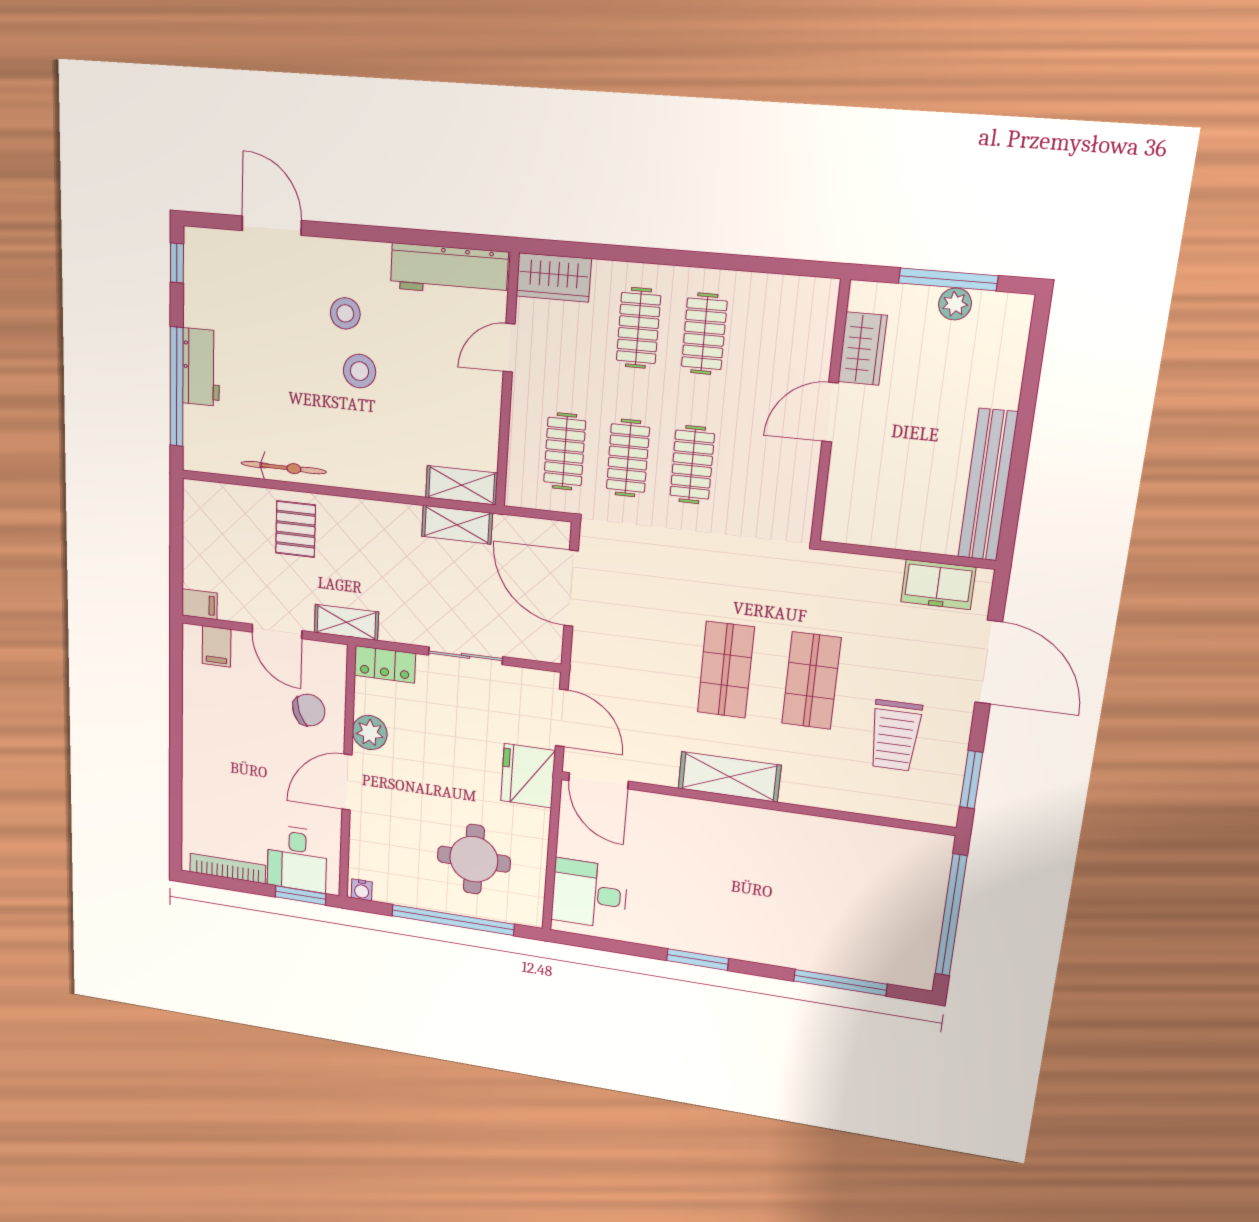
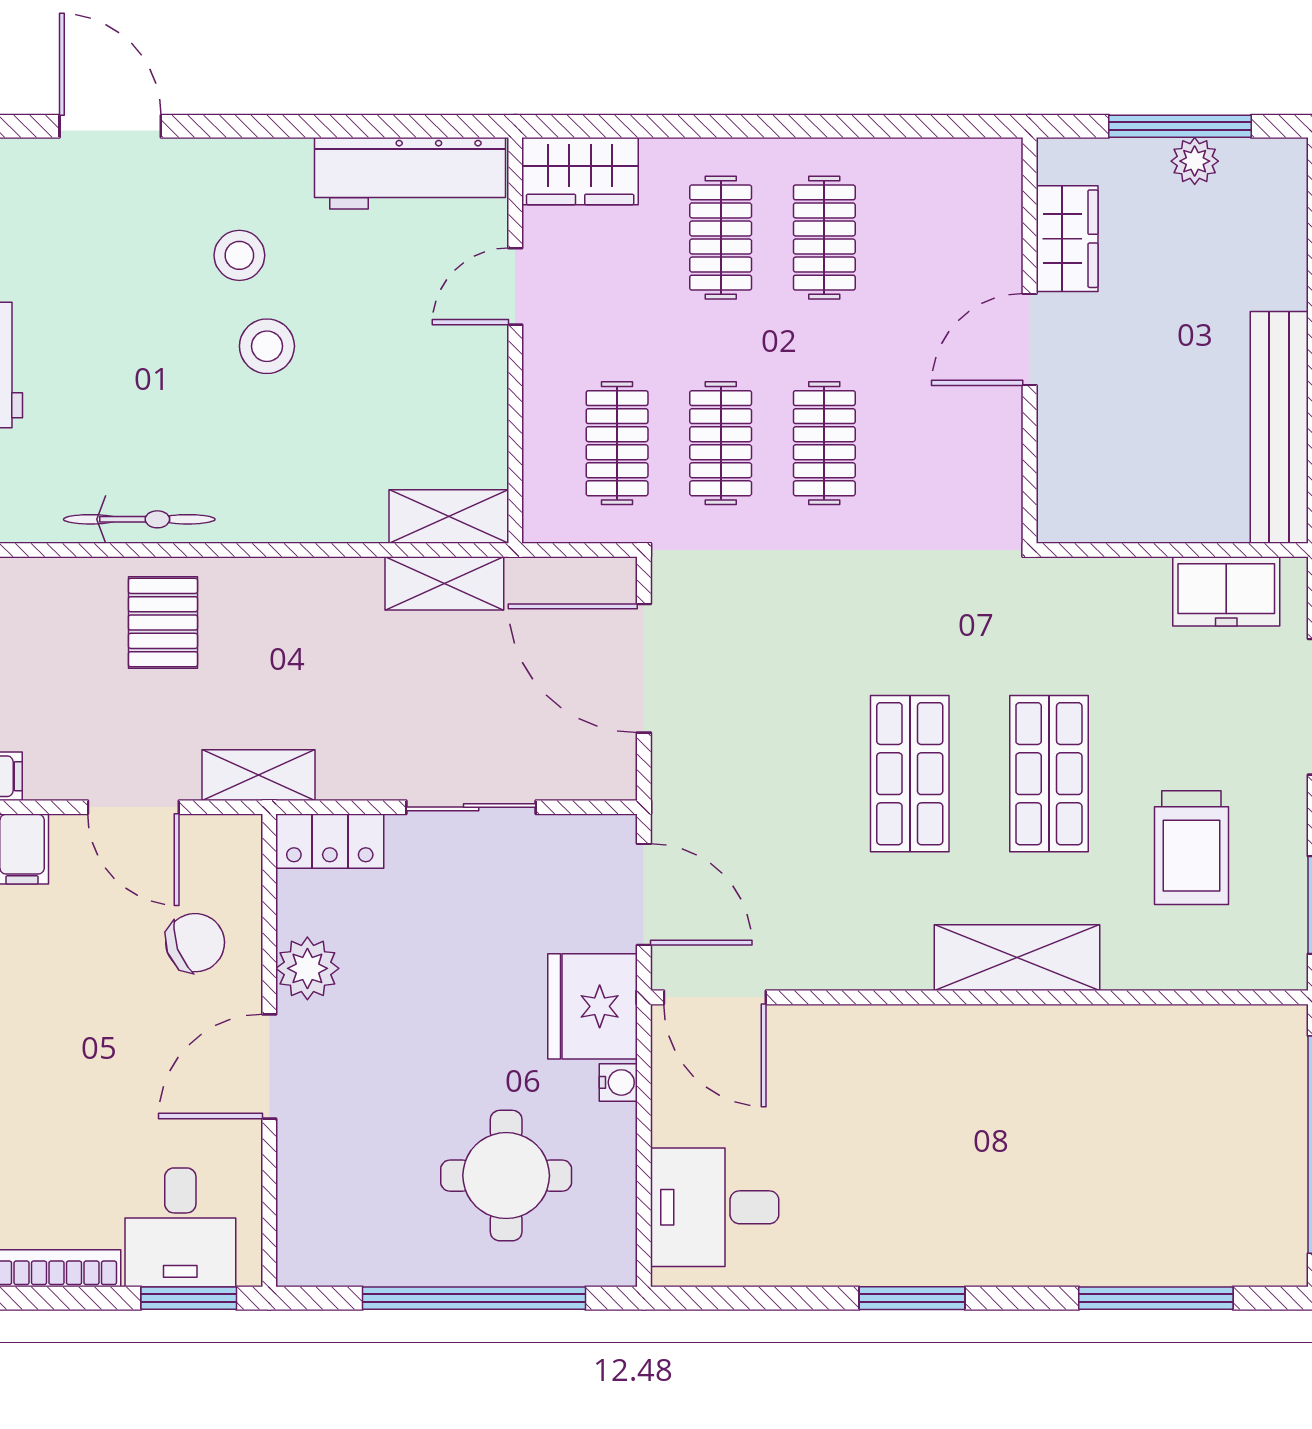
shelving: (729, 777) -> (1017, 958), moved
water cooler: (362, 890) -> (618, 1082), moved, turned -90

